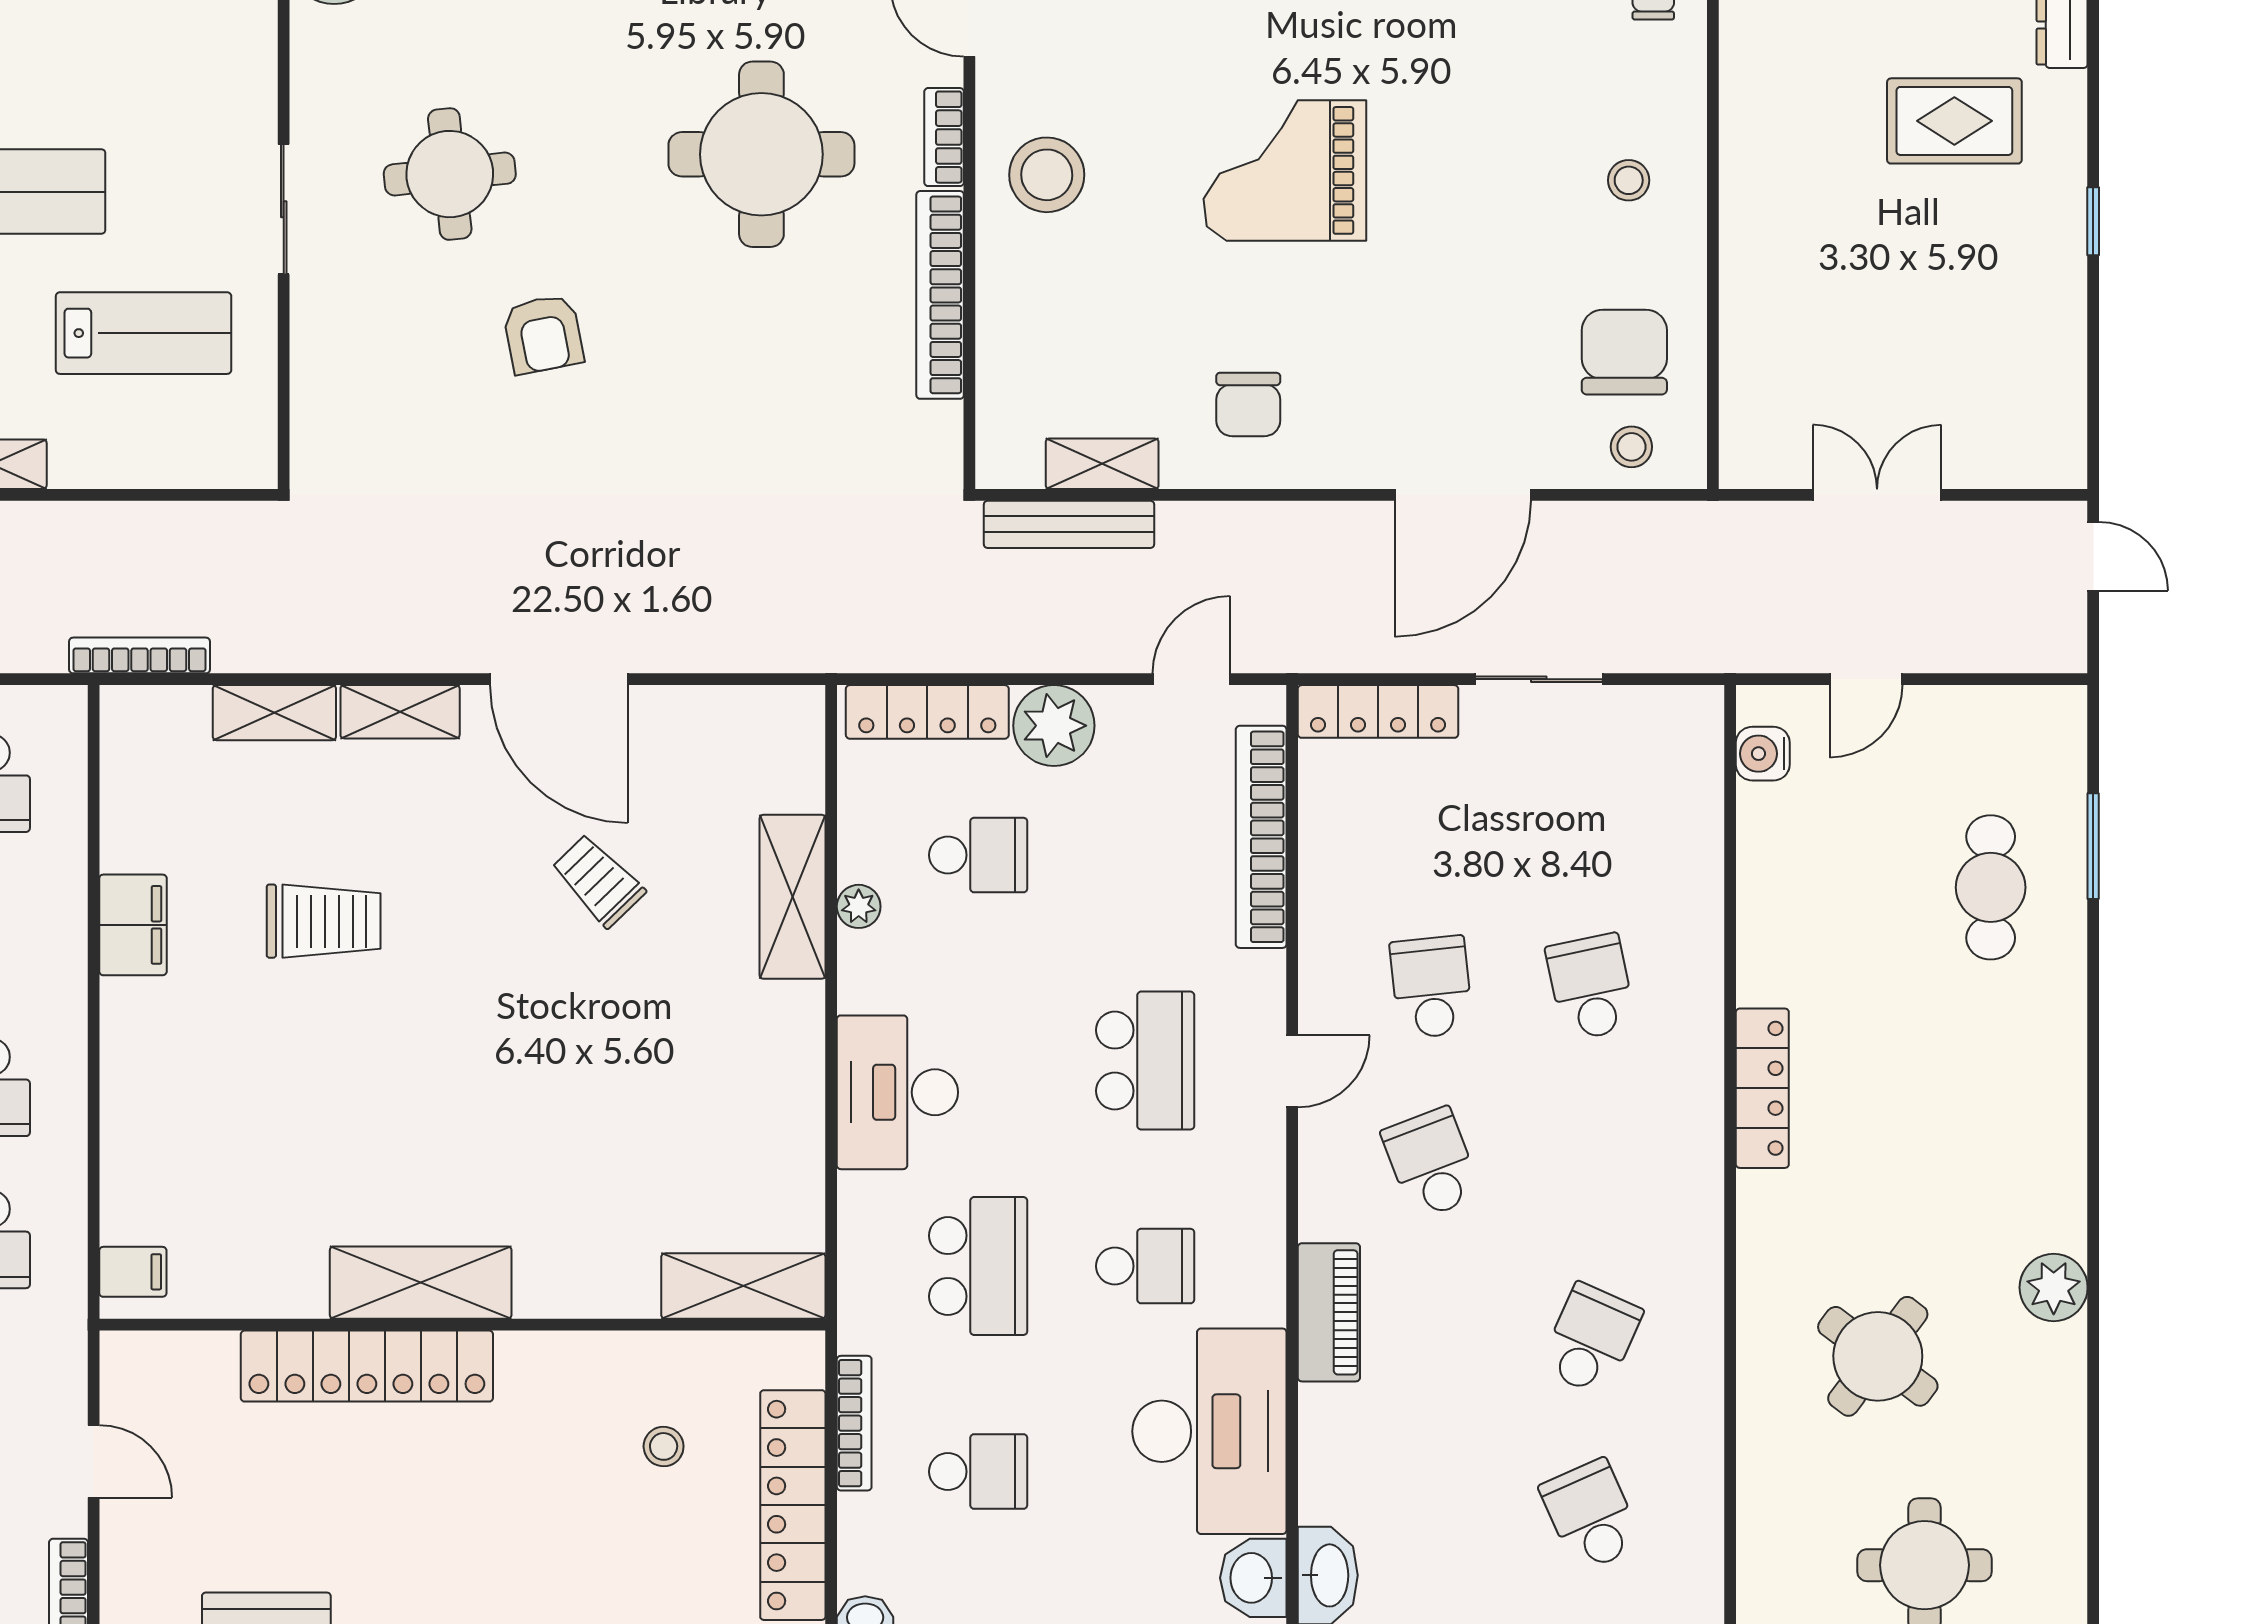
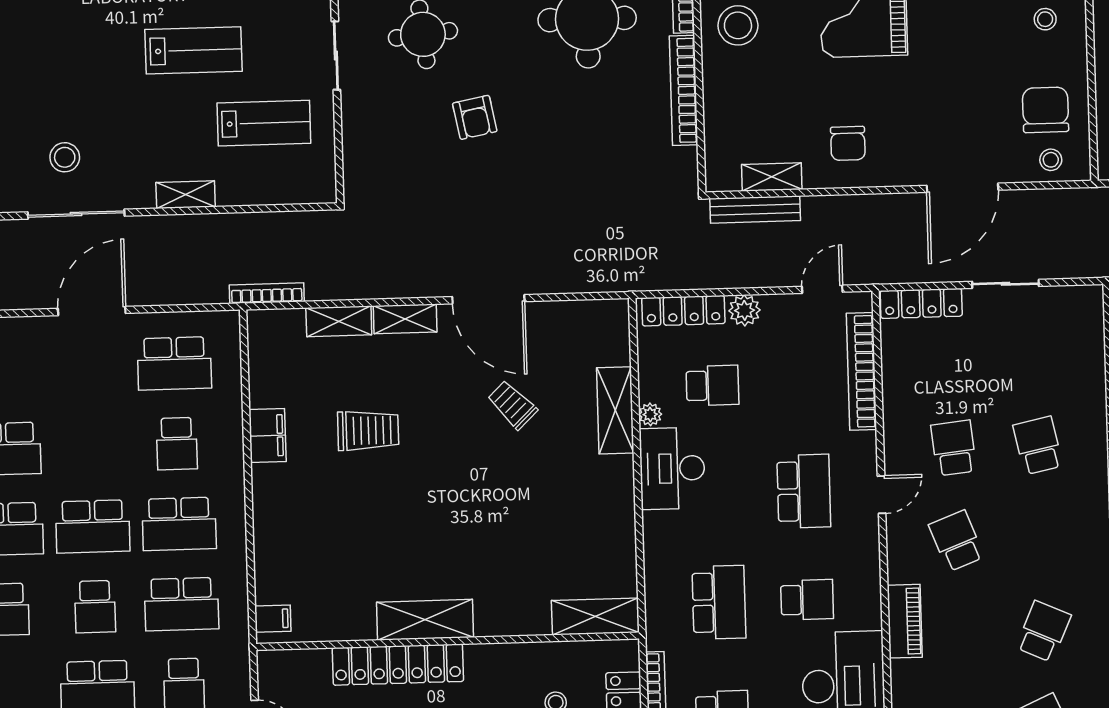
plant: (1054, 726) -> (744, 310), width x0.73, depth x0.73
desk: (897, 1092) -> (672, 468), moved

